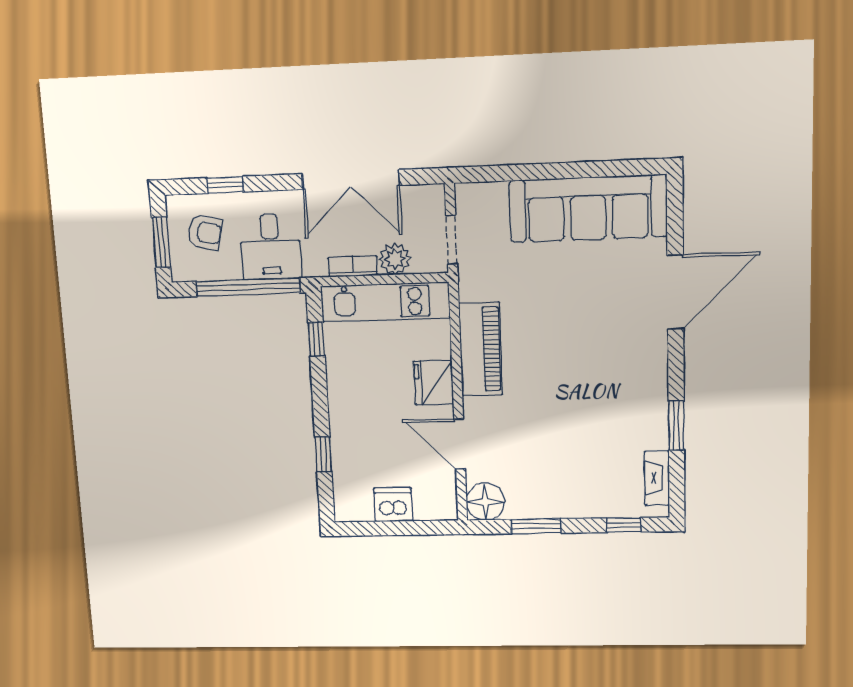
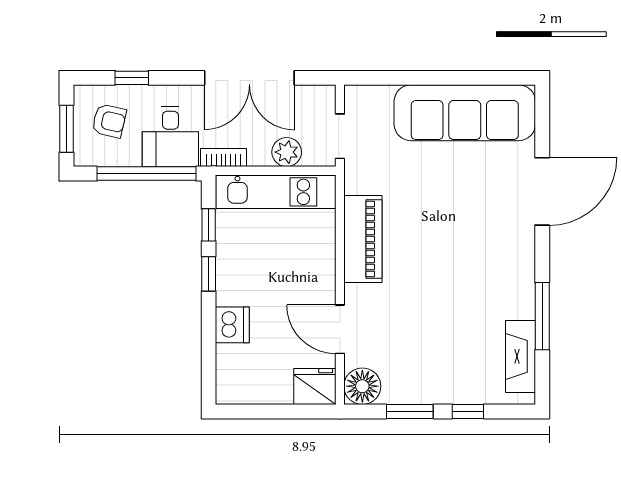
bookcase: (353, 266) -> (223, 158), moved
fridge: (434, 383) -> (315, 387), moved, turned 90
window: (676, 426) -> (542, 316), width x1.44
window: (323, 454) -> (209, 274), moved
fireplace: (657, 478) -> (520, 356), width x1.37, depth x1.32
dishwasher: (393, 505) -> (232, 325), moved, turned 90
window: (624, 525) -> (468, 411), moved

